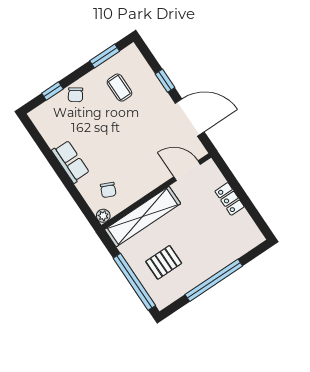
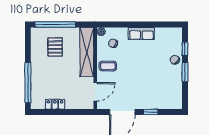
window: (105, 56) -> (185, 72), moved
coffee table: (119, 88) -> (108, 66), moved
locker: (230, 199) -> (55, 104), moved
window: (214, 280) -> (28, 83), moved

